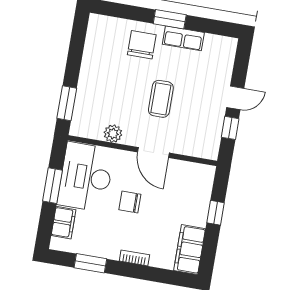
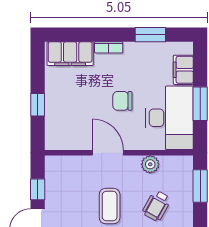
wheelchair: (114, 91) -> (157, 206), added
chair: (130, 202) -> (122, 101), turned 180
filing cabinet: (190, 250) -> (70, 54), moved, turned 90

